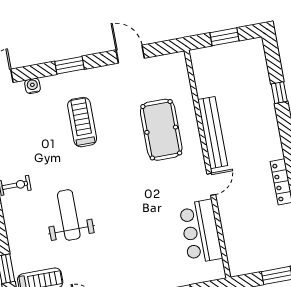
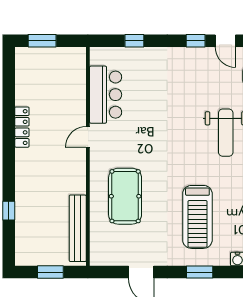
treadmill: (82, 122) -> (197, 217), width x1.37, depth x1.37
bench: (213, 133) -> (78, 228), moved

